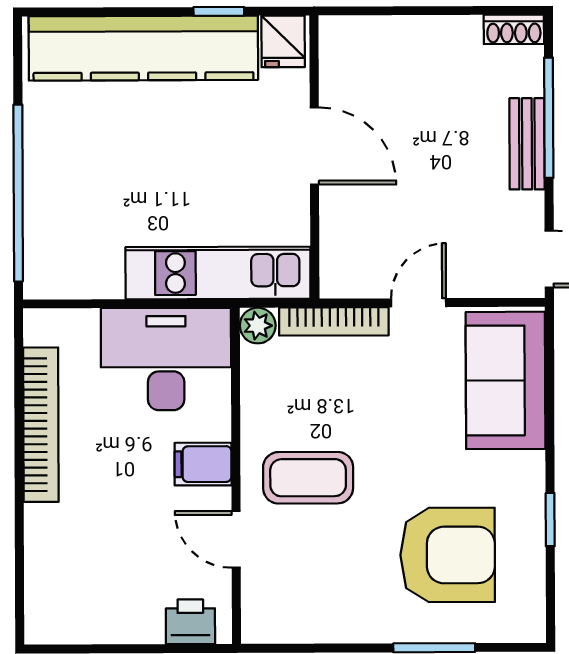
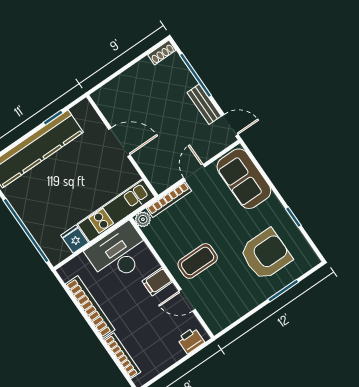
fridge: (283, 41) -> (75, 239), moved, turned 180
bench: (527, 144) -> (204, 104), moved
bookcase: (38, 561) -> (122, 356), added

